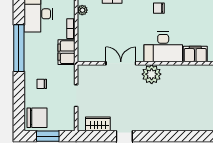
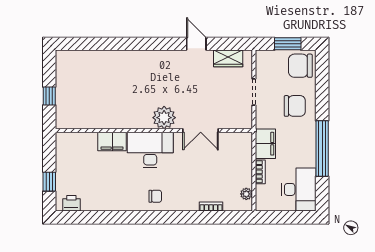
chair: (42, 84) -> (295, 106), width x1.87, depth x1.87

